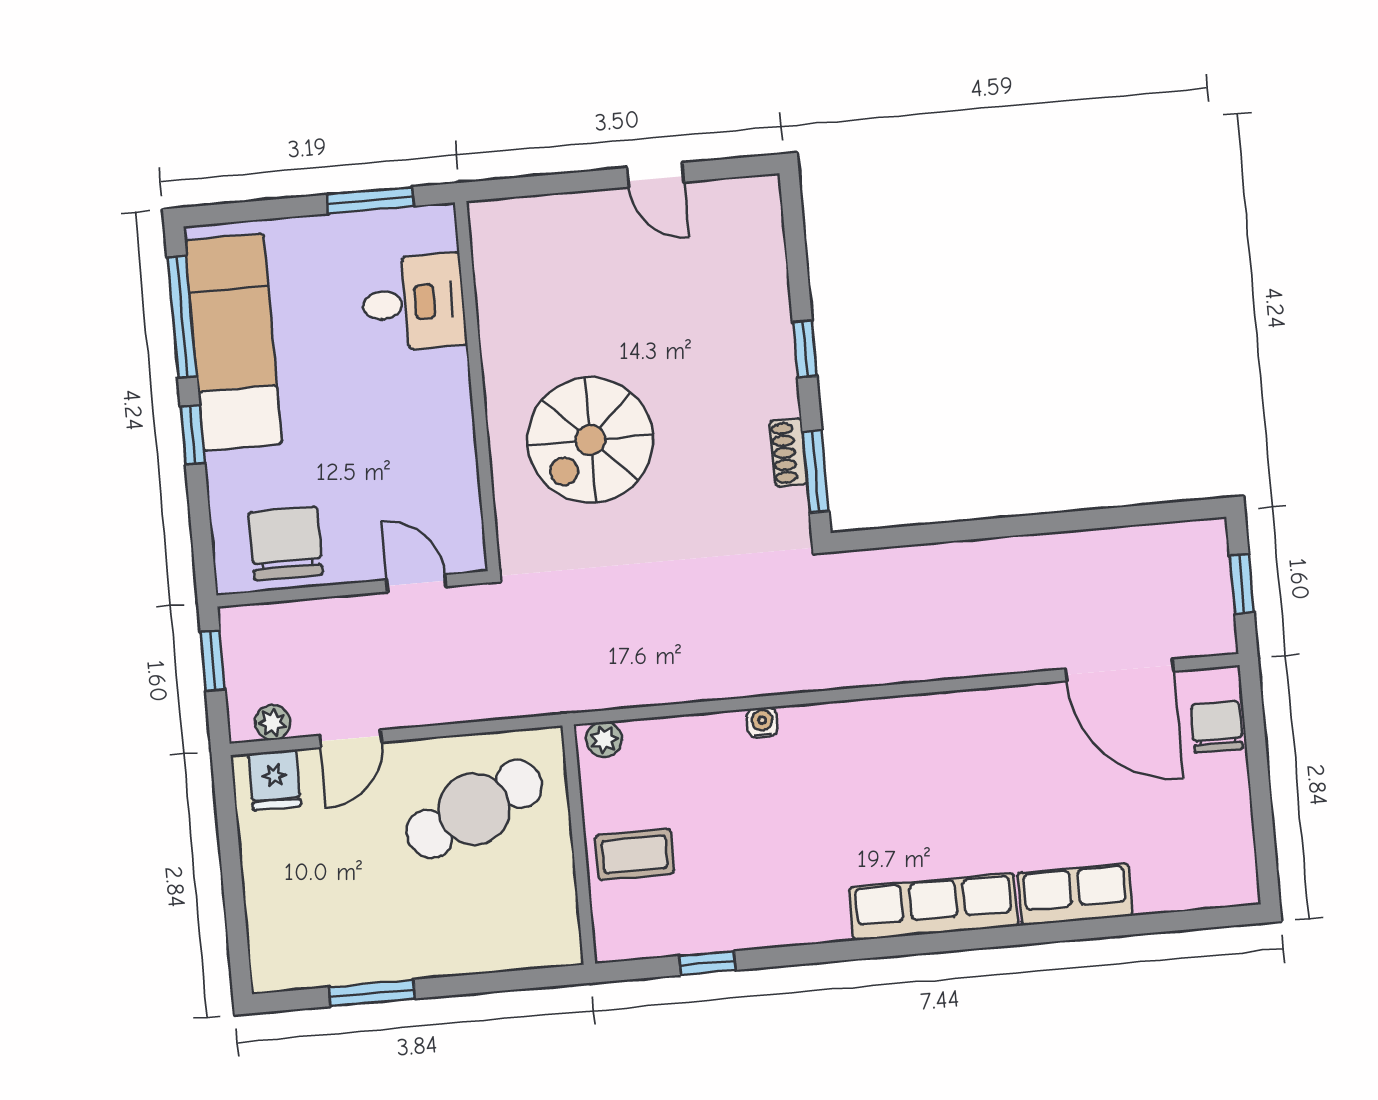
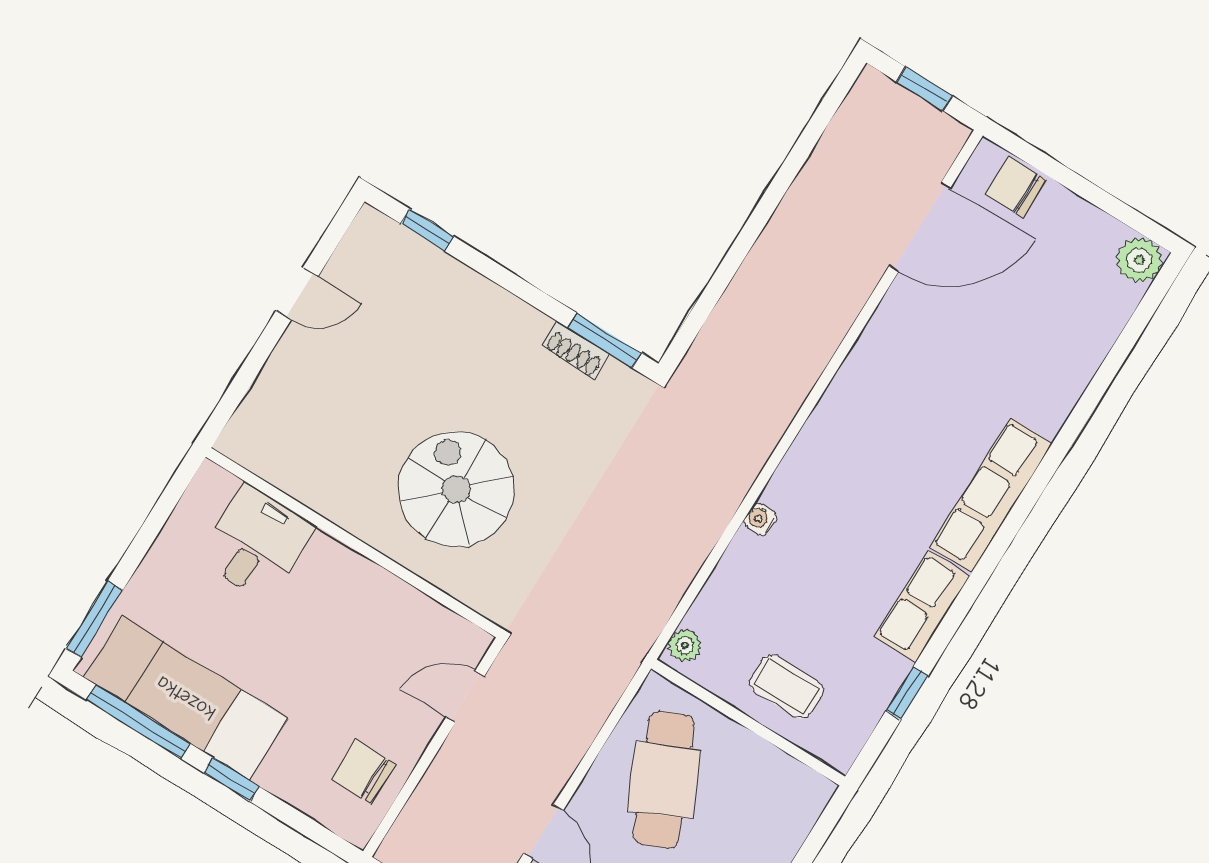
window: (370, 200) -> (94, 619), moved
window: (805, 349) -> (427, 230), moved
spiral stairs: (590, 440) -> (456, 489), turned 180
chair: (286, 543) -> (363, 771), width x0.73, depth x0.73
coffee table: (635, 854) -> (786, 687), turned 90
plant: (1234, 881) -> (1139, 260), added
row of seats: (1075, 894) -> (922, 607), moved

